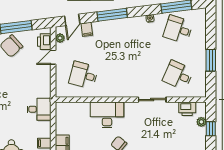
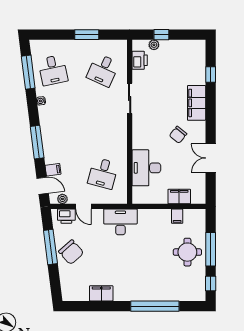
desk: (178, 29) -> (53, 70), turned -30
desk: (39, 109) -> (120, 222), moved, width x1.37
desk: (107, 115) -> (146, 168), moved

